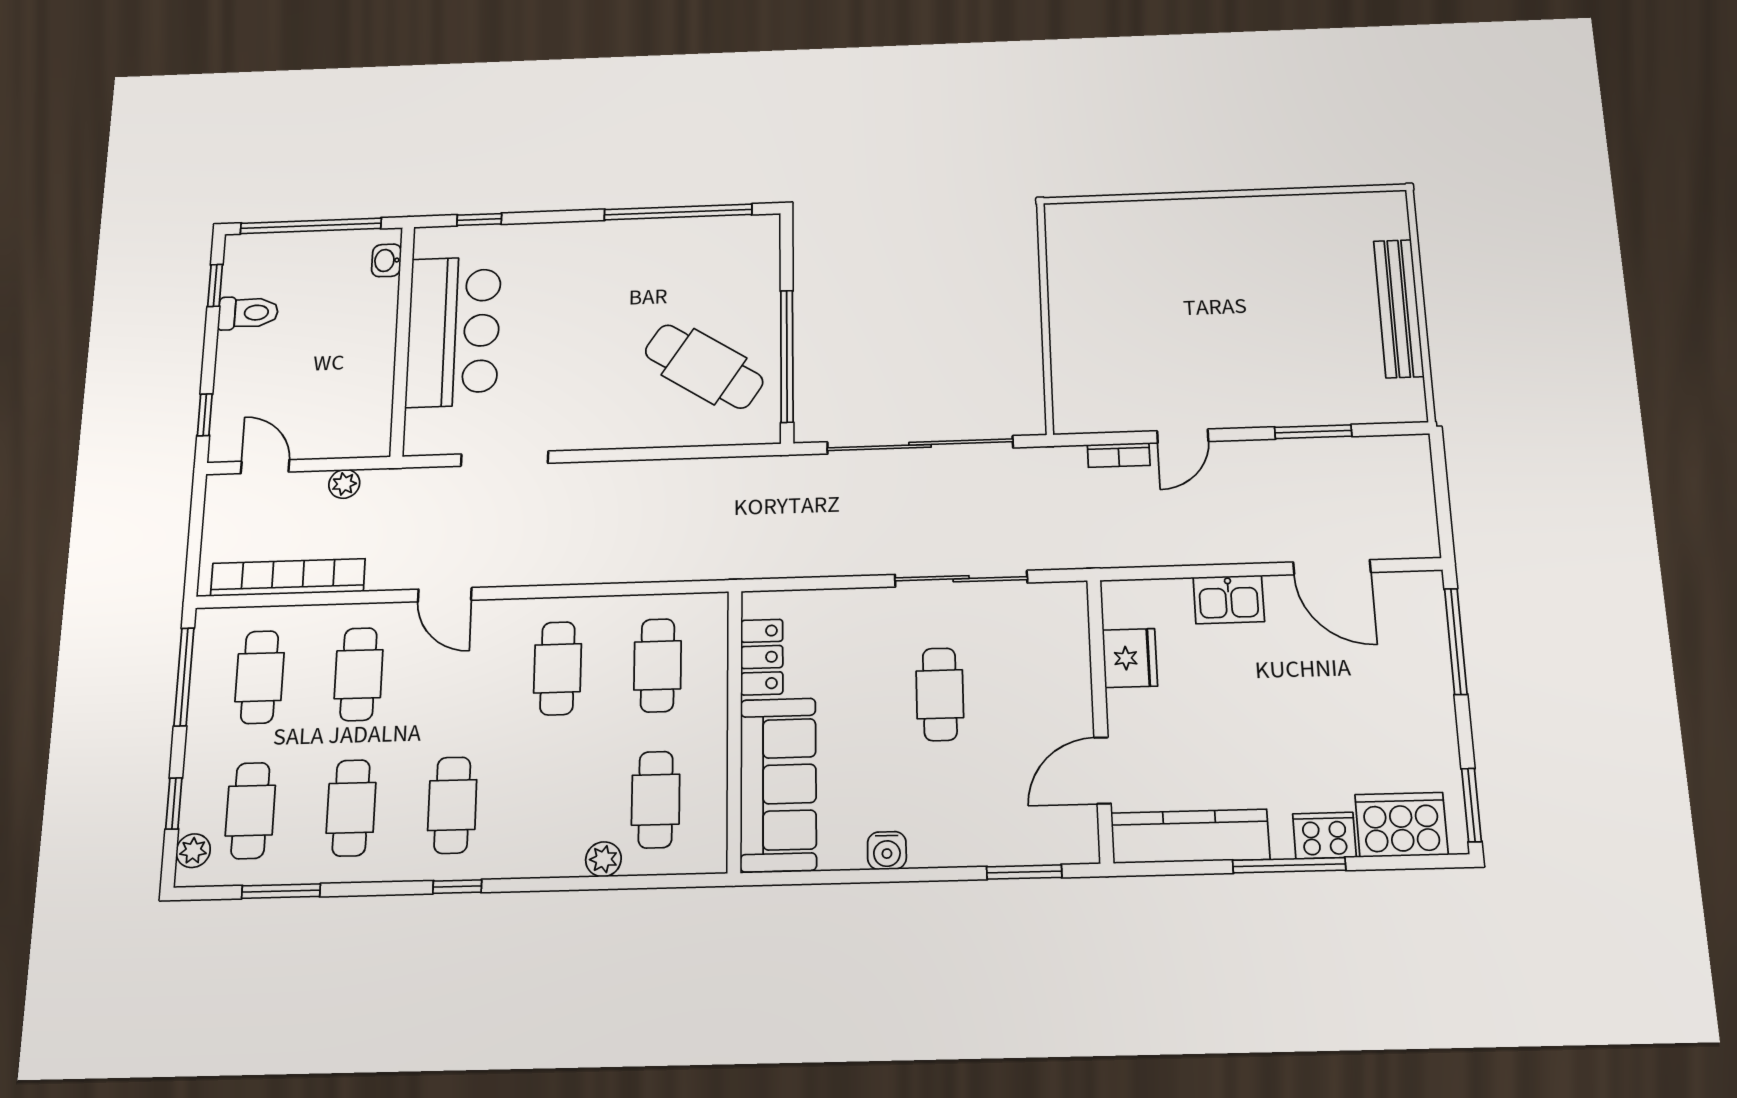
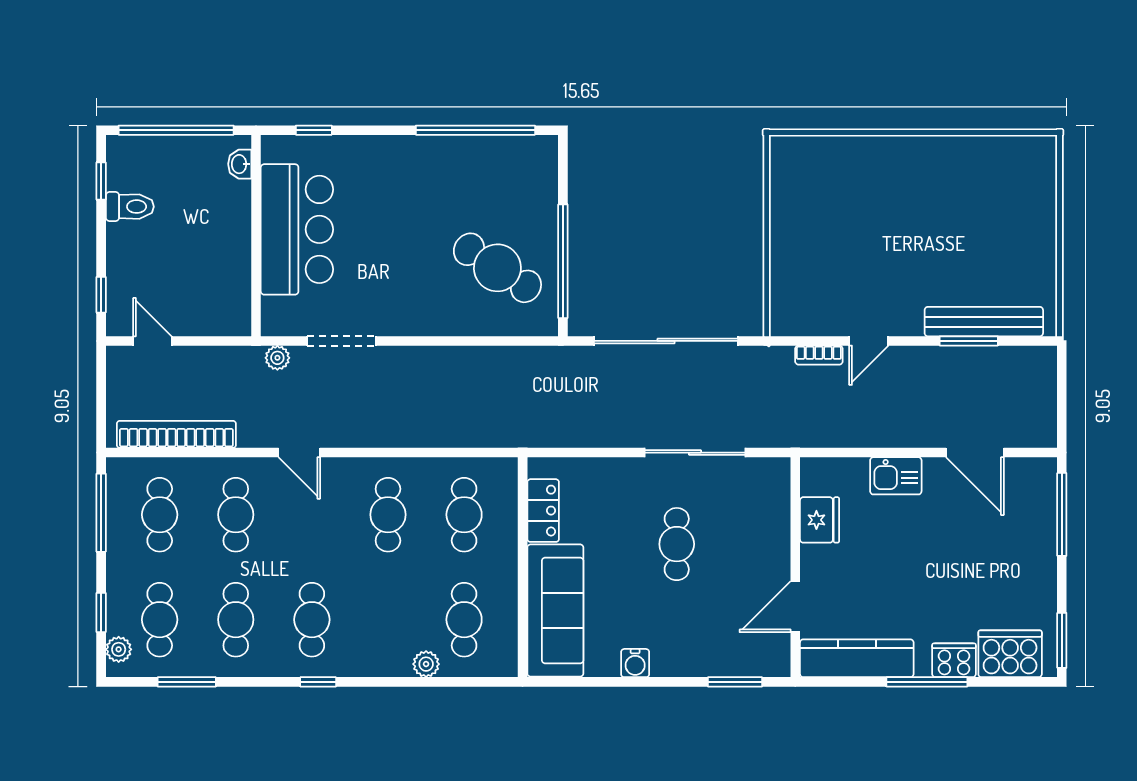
bench: (1399, 308) -> (984, 322), moved, turned 90
plant: (344, 484) -> (277, 358), moved

